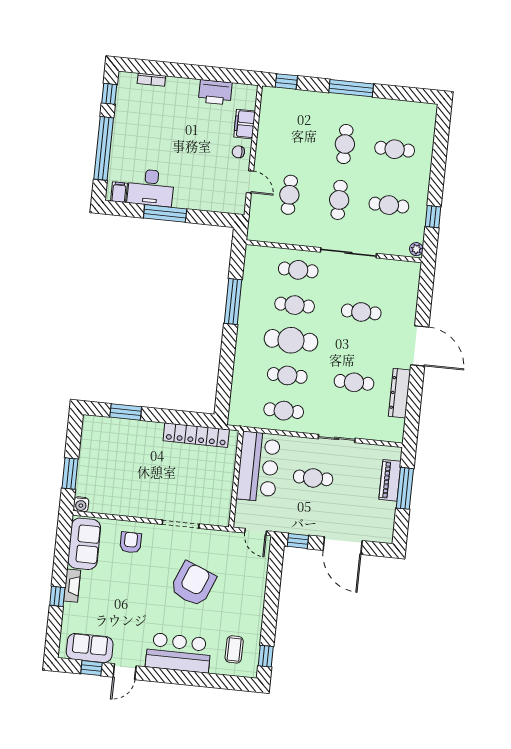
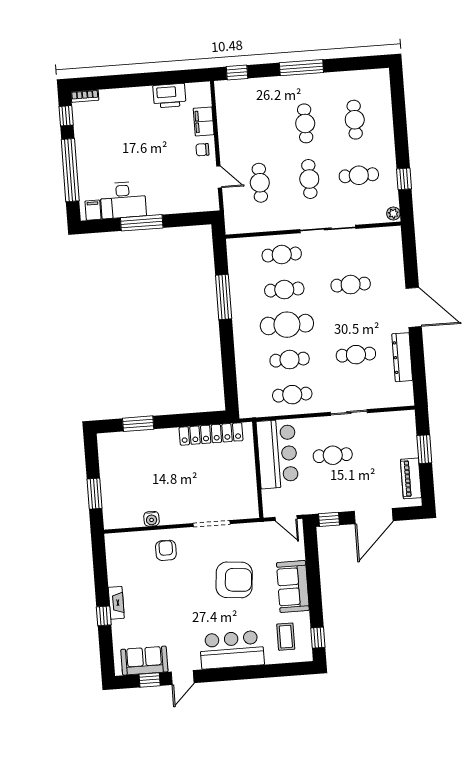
bookcase: (151, 80) -> (85, 96), moved
cafe table: (395, 149) -> (355, 120), turned 90
piano: (390, 480) -> (411, 478), moved
window: (405, 488) -> (424, 449), width x0.69
water cooler: (81, 504) -> (151, 519), moved
sofa: (84, 544) -> (293, 586), moved, turned 180
door: (343, 546) -> (374, 516), hinge flipped
armchair: (193, 584) -> (234, 580), turned 73

